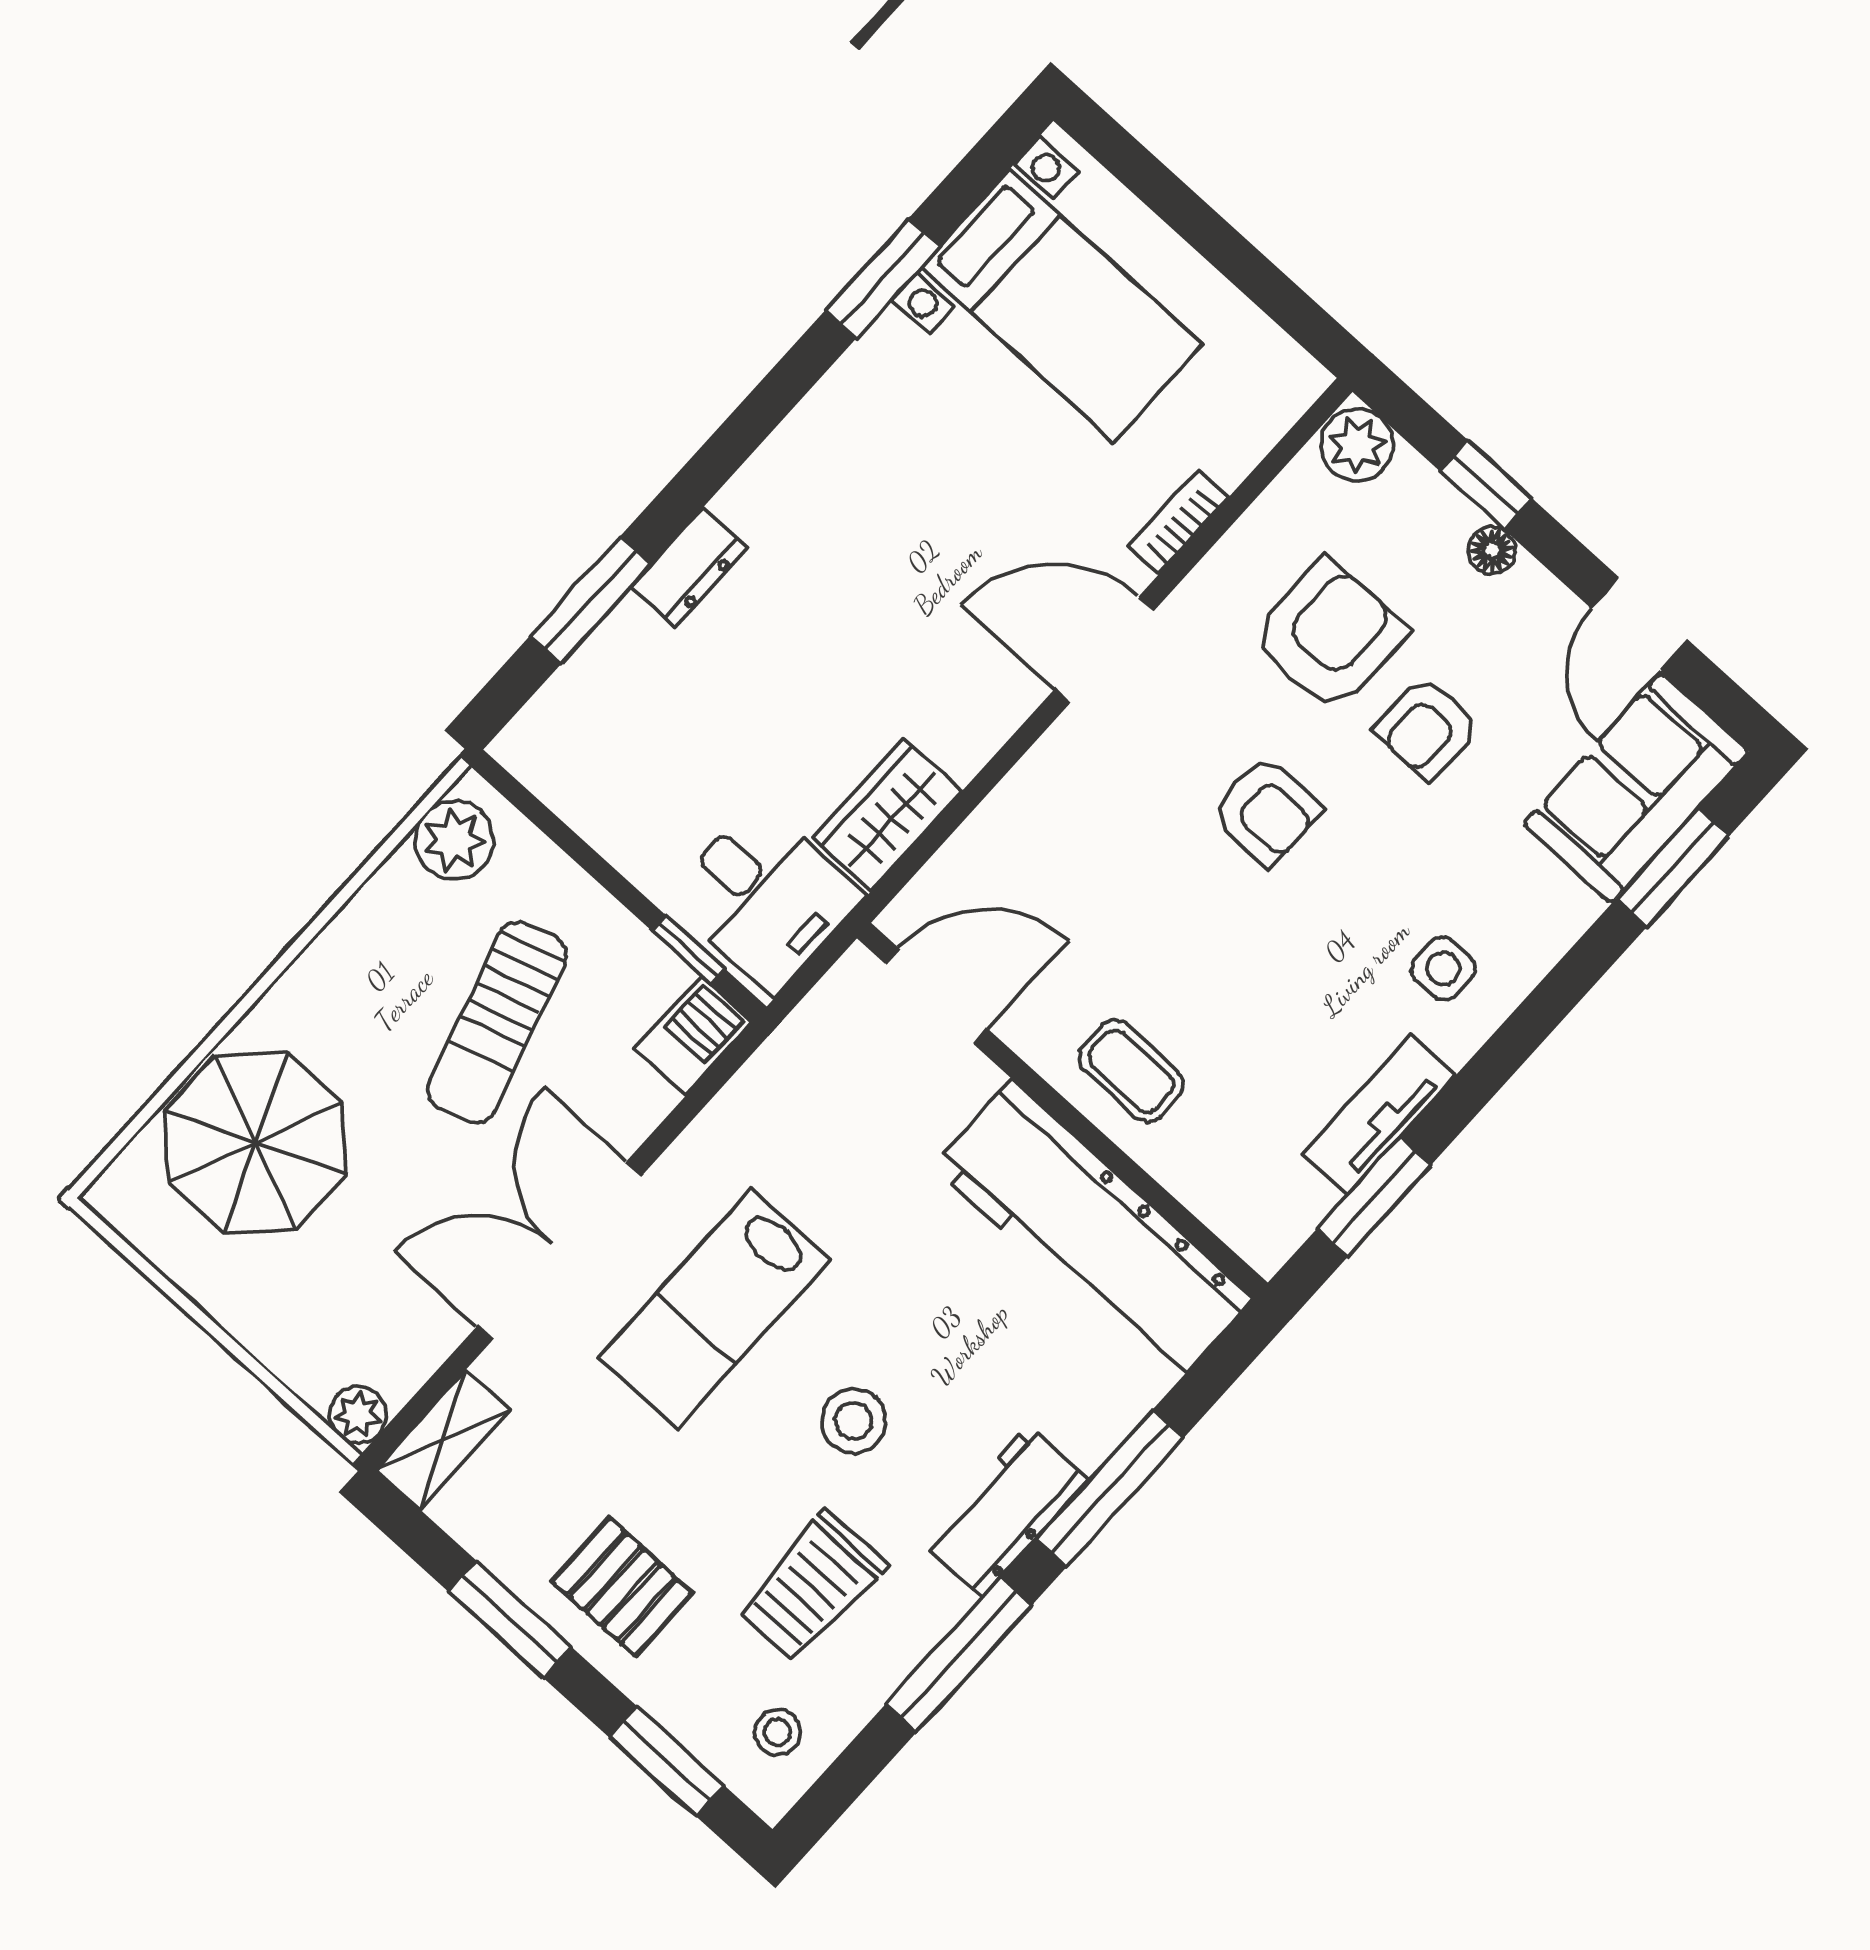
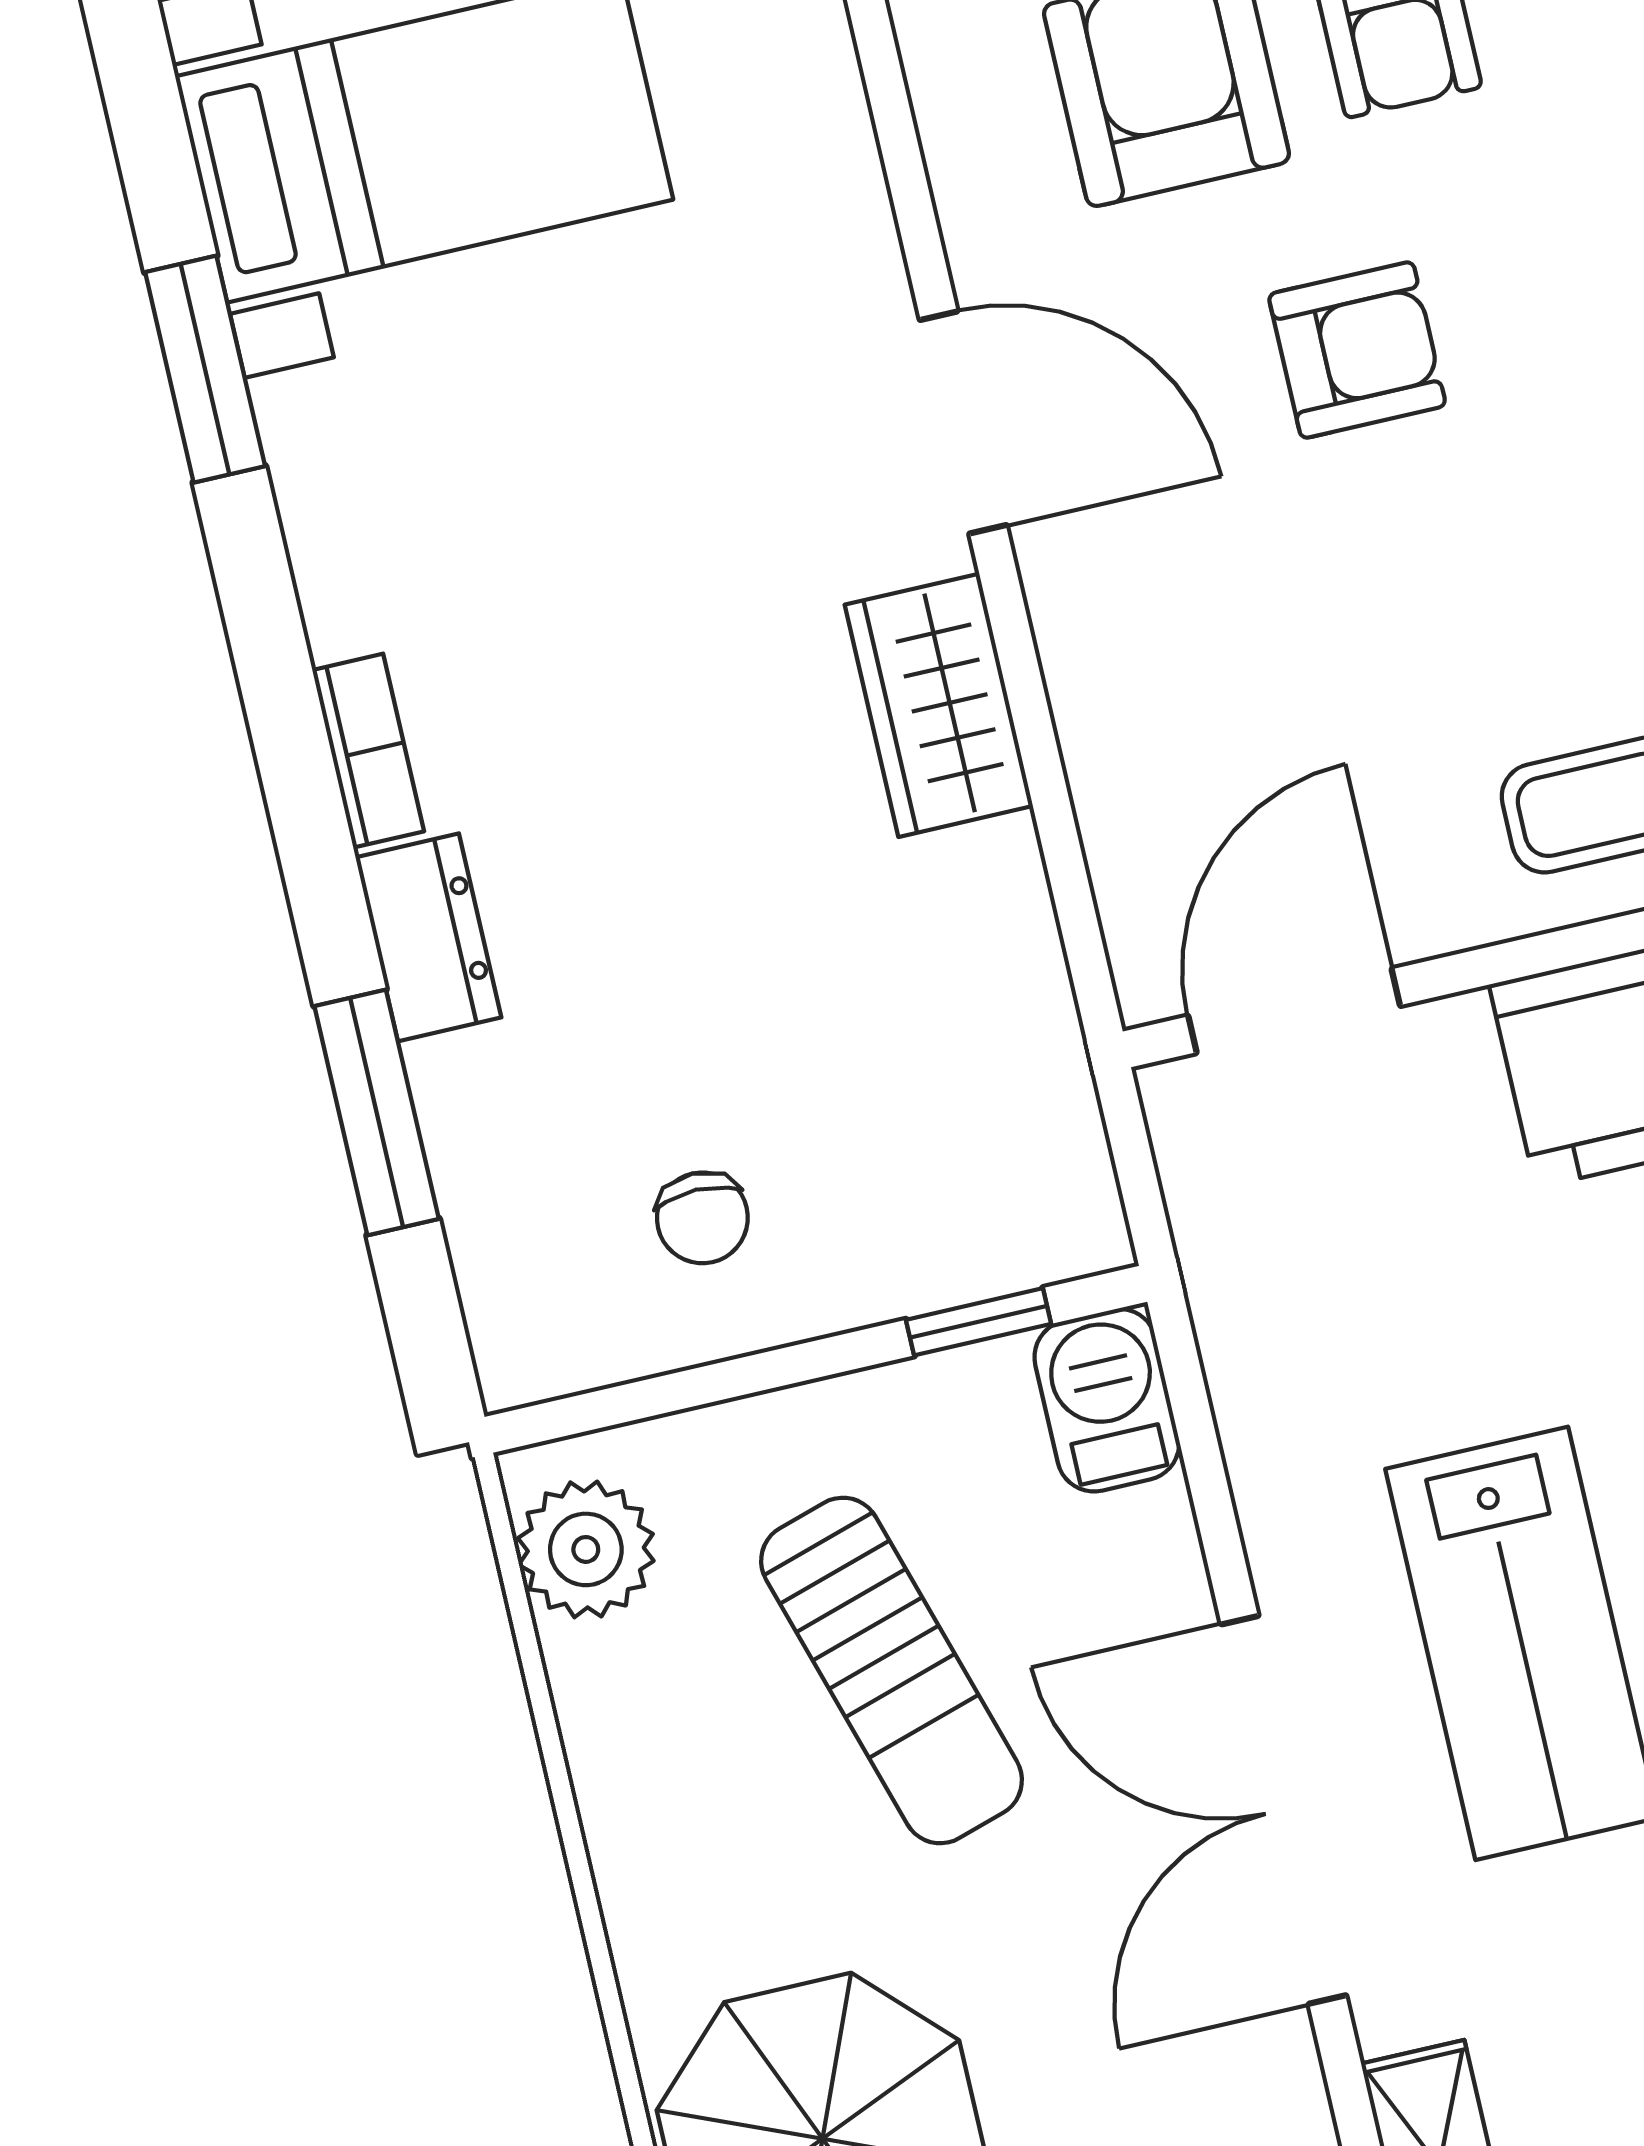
bookcase: (1178, 522) -> (368, 751), moved, turned 180
door: (1104, 650) -> (963, 423), swing flipped
chair: (647, 787) -> (702, 1218), added
wardrobe: (888, 815) -> (939, 705), moved
desk: (765, 897) -> (979, 1157), removed

